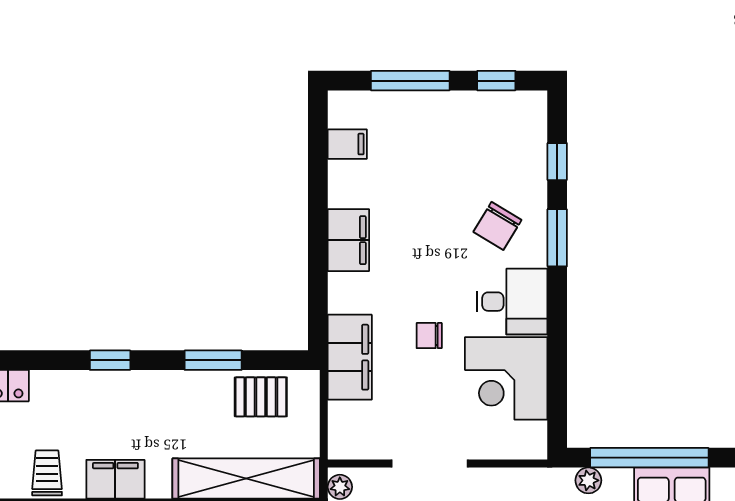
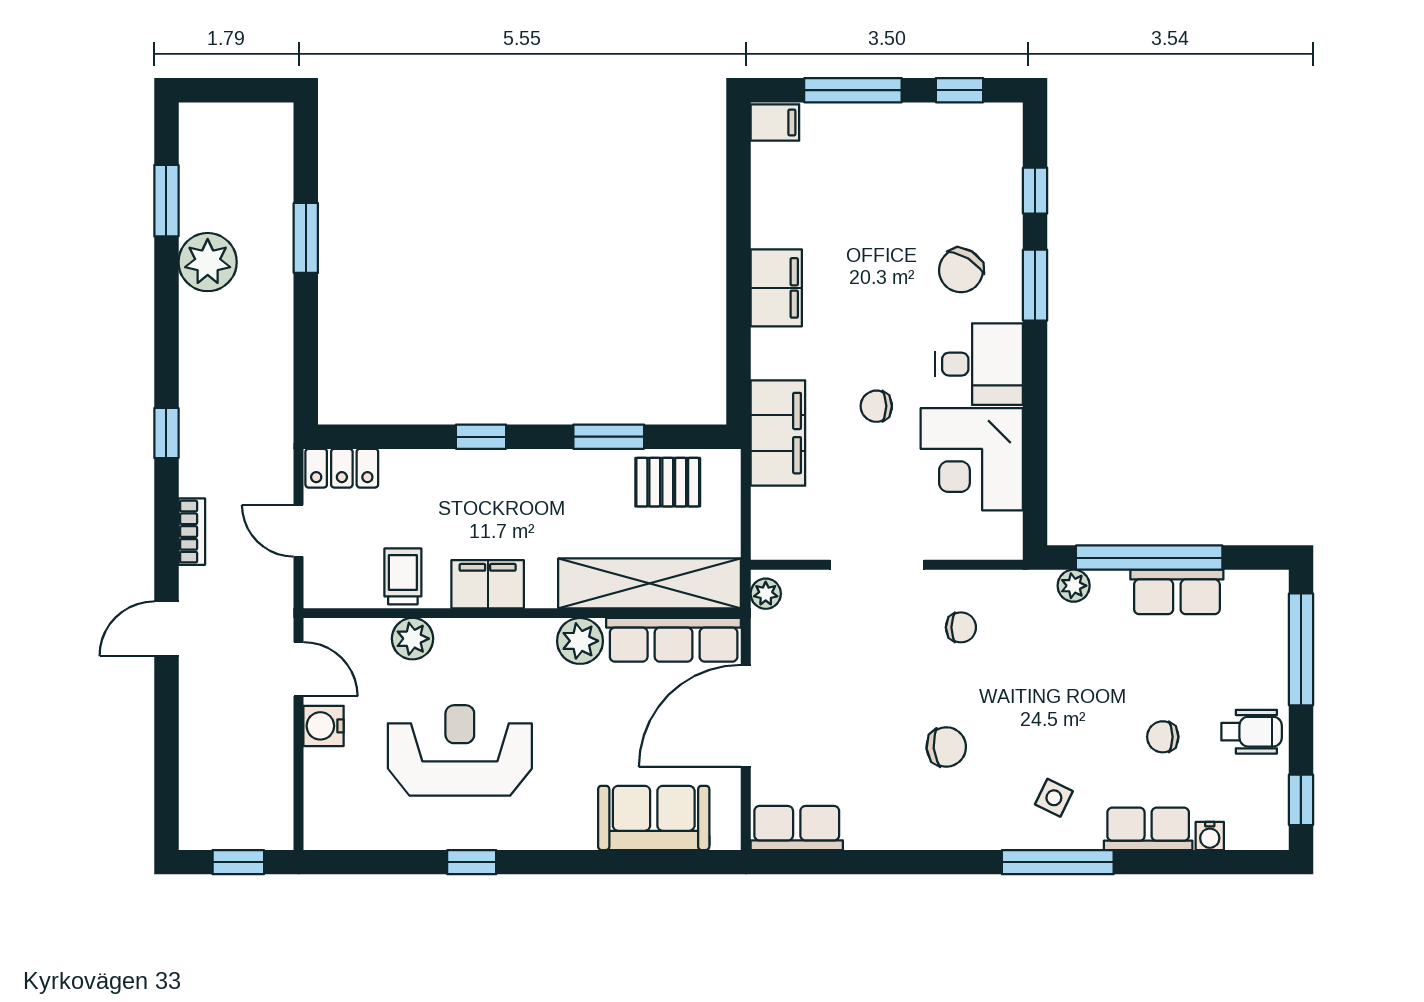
filing cabinet: (347, 144) -> (775, 123), moved

